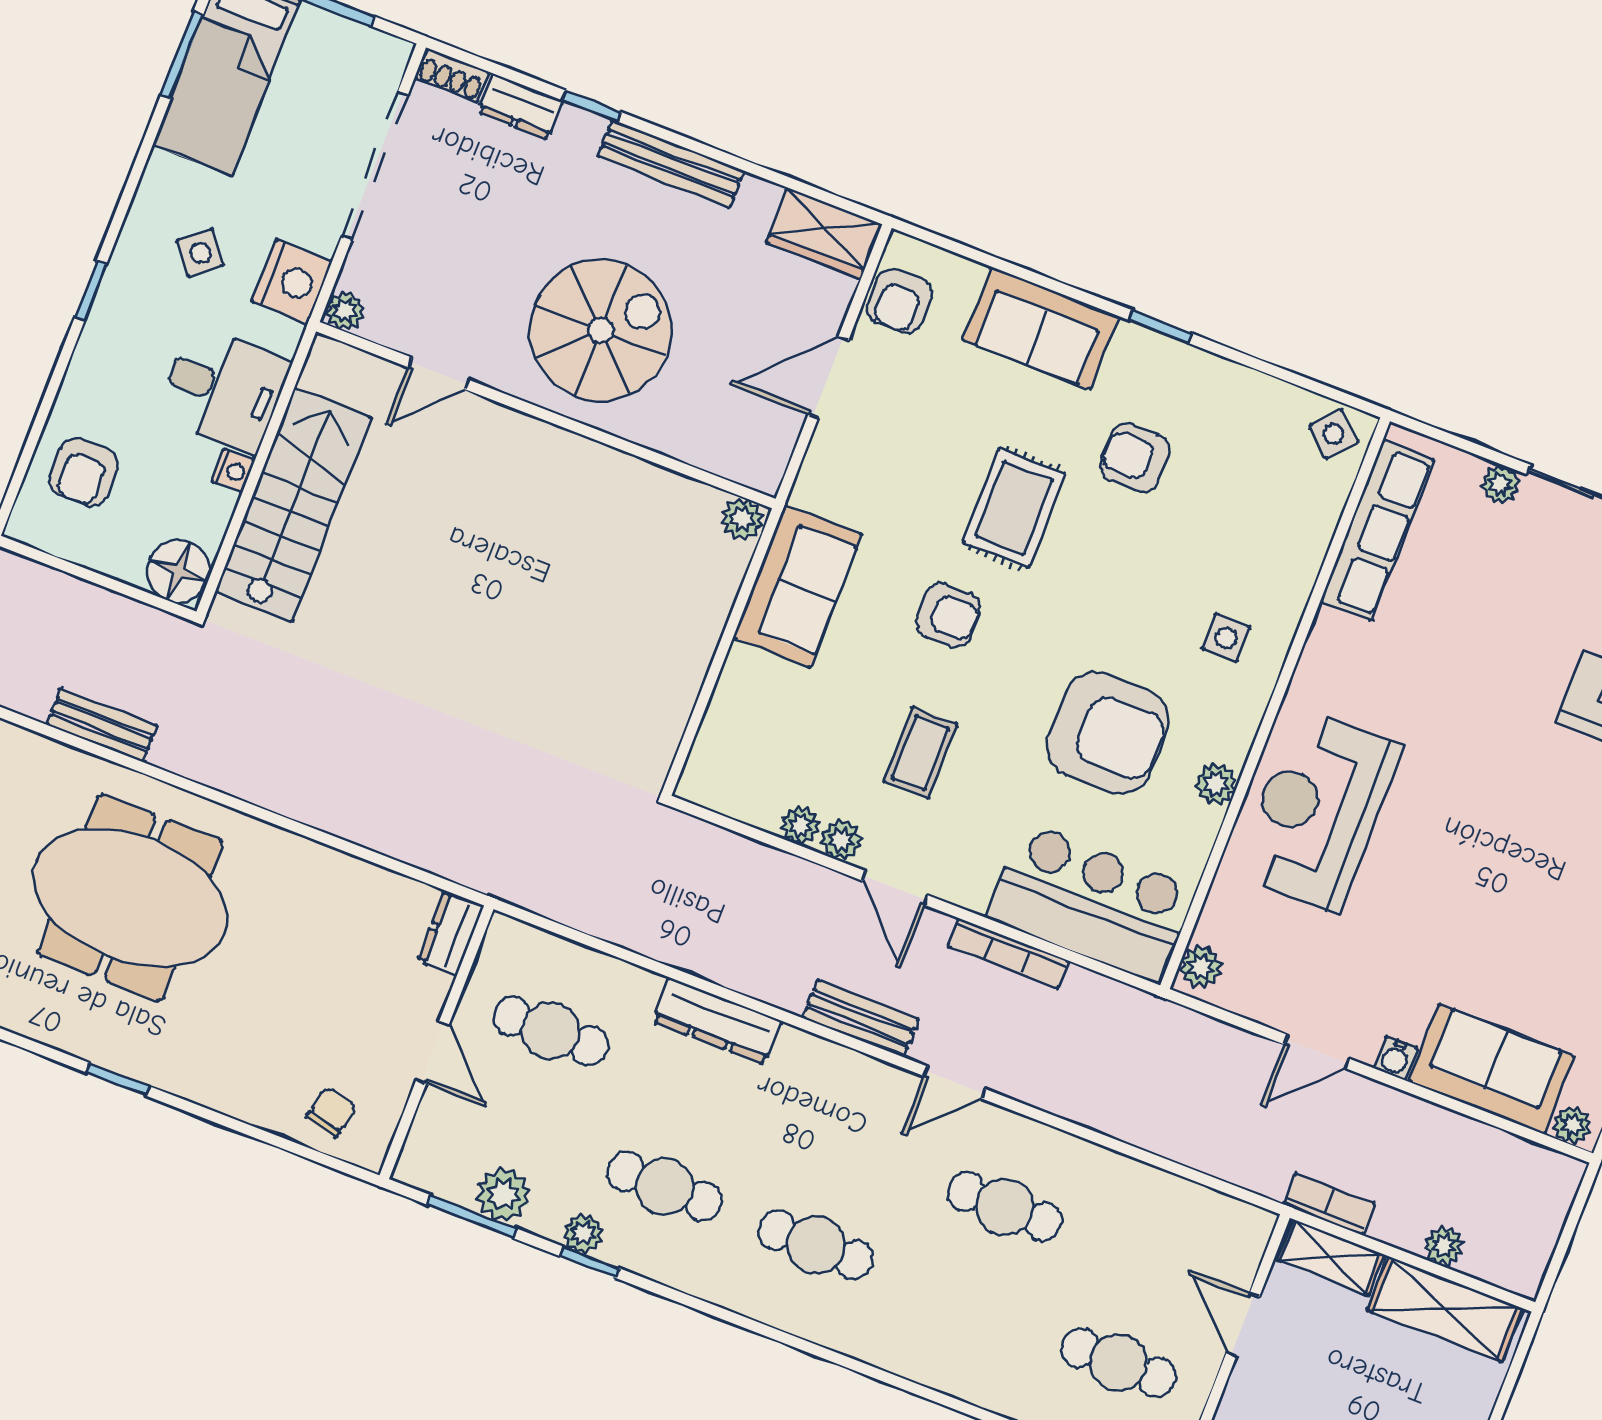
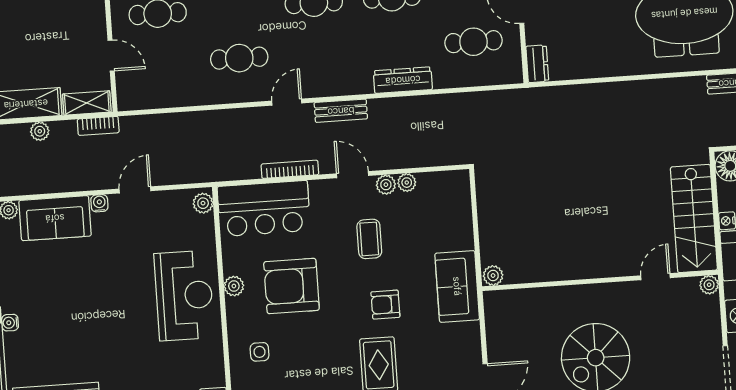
plant: (345, 311) -> (709, 285), moved
door: (438, 373) -> (655, 277), moved
wall: (546, 415) -> (600, 281), moved
plant: (742, 519) -> (493, 276), moved

